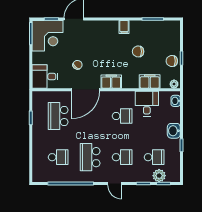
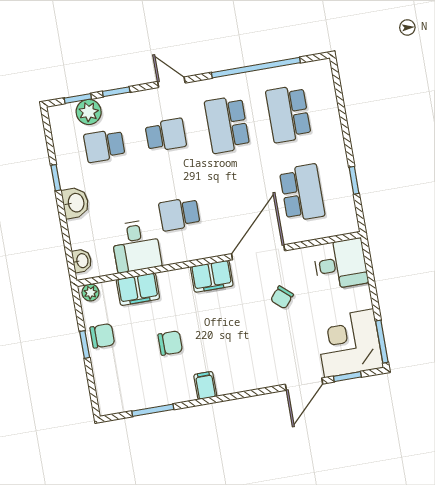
school desk: (58, 157) -> (288, 114), width x1.85
school desk: (90, 157) -> (227, 124), turned 180
school desk: (122, 157) -> (166, 135), turned 180

